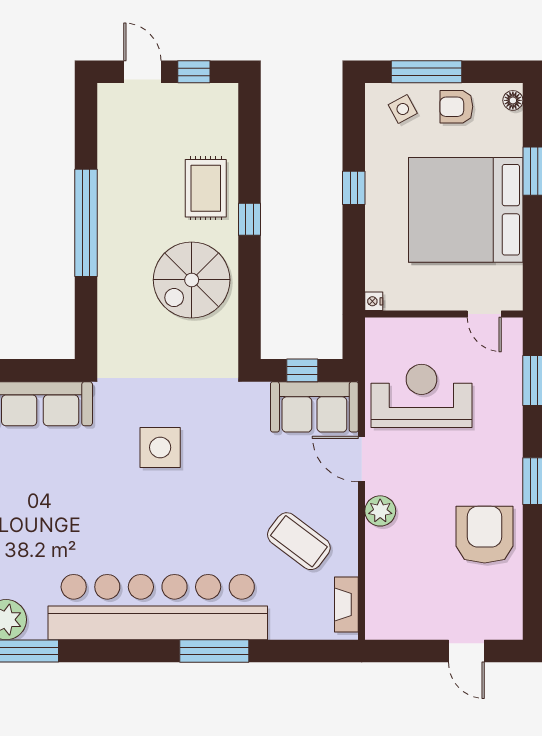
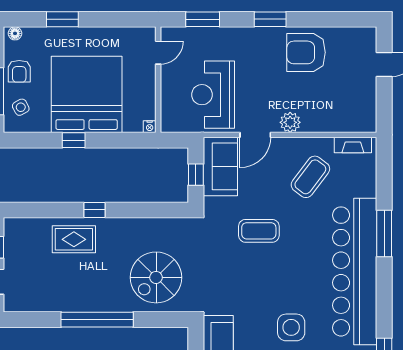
bed: (466, 210) -> (87, 94), moved, turned 180
spiral stairs: (192, 280) -> (156, 277), moved, turned 90
side table: (160, 447) -> (291, 327), moved
coffee table: (218, 464) -> (259, 231), added

